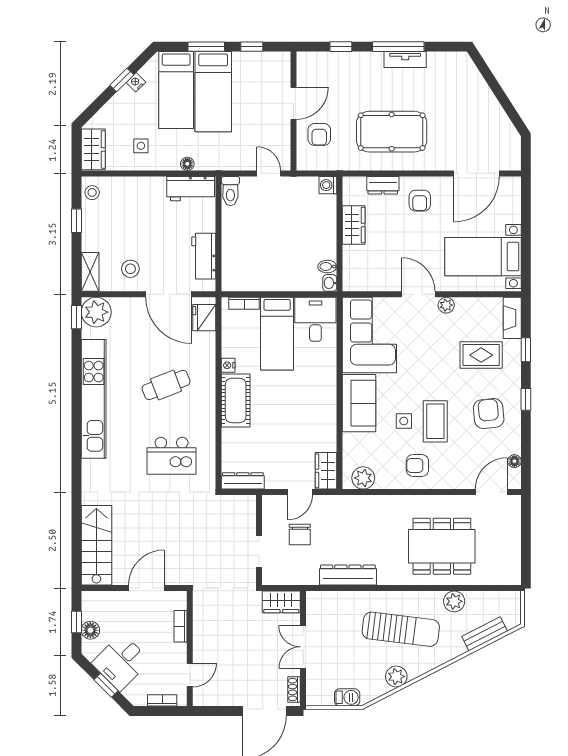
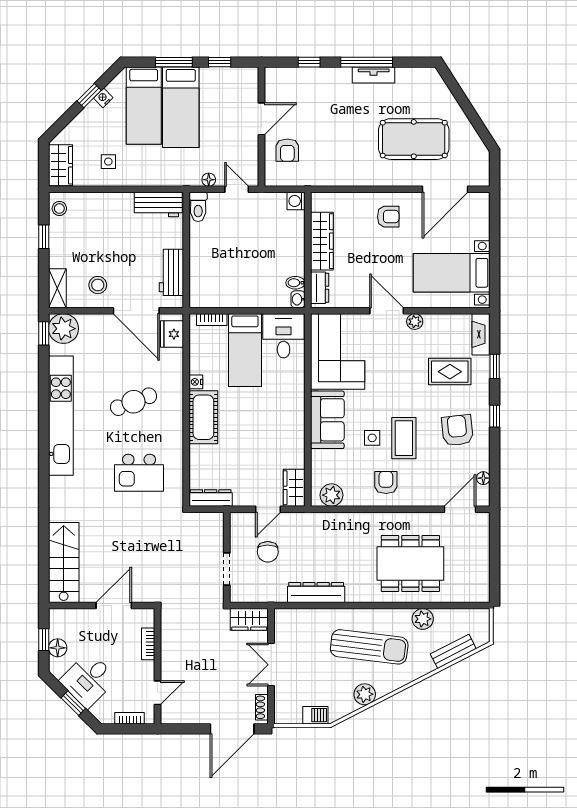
pool table: (392, 132) -> (414, 139), moved
floor lamp: (187, 164) -> (209, 180), moved
dresser: (383, 185) -> (320, 288), moved, turned -90
armchair: (420, 201) -> (388, 217), turned -90
wardrobe: (354, 225) -> (322, 241), width x1.50
armchair: (417, 465) -> (386, 482), turned 90

